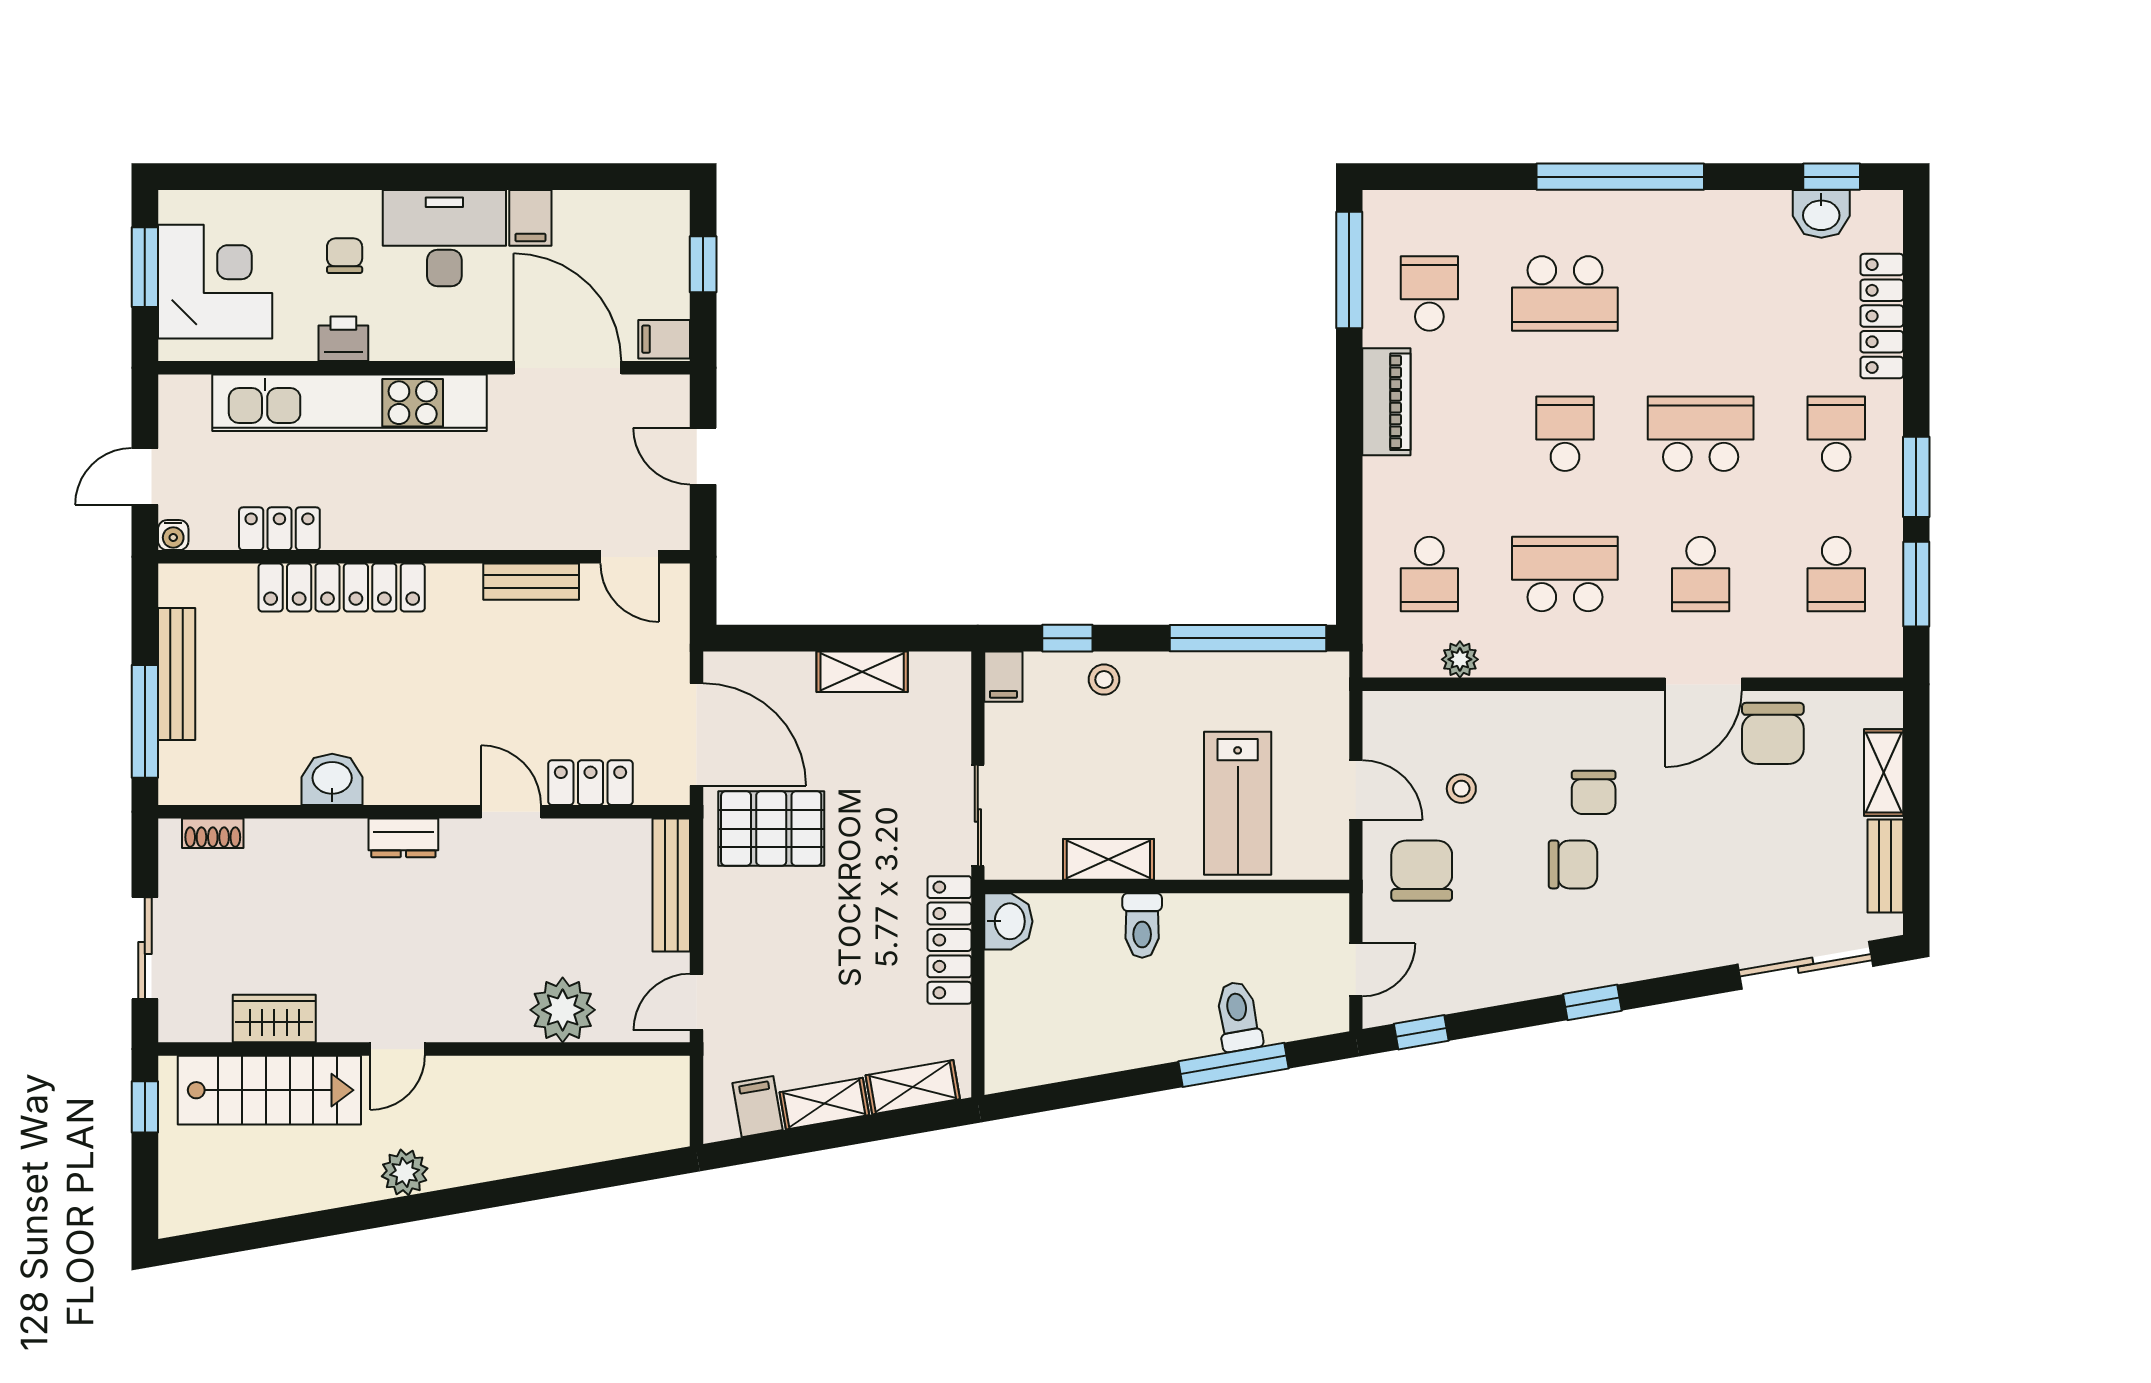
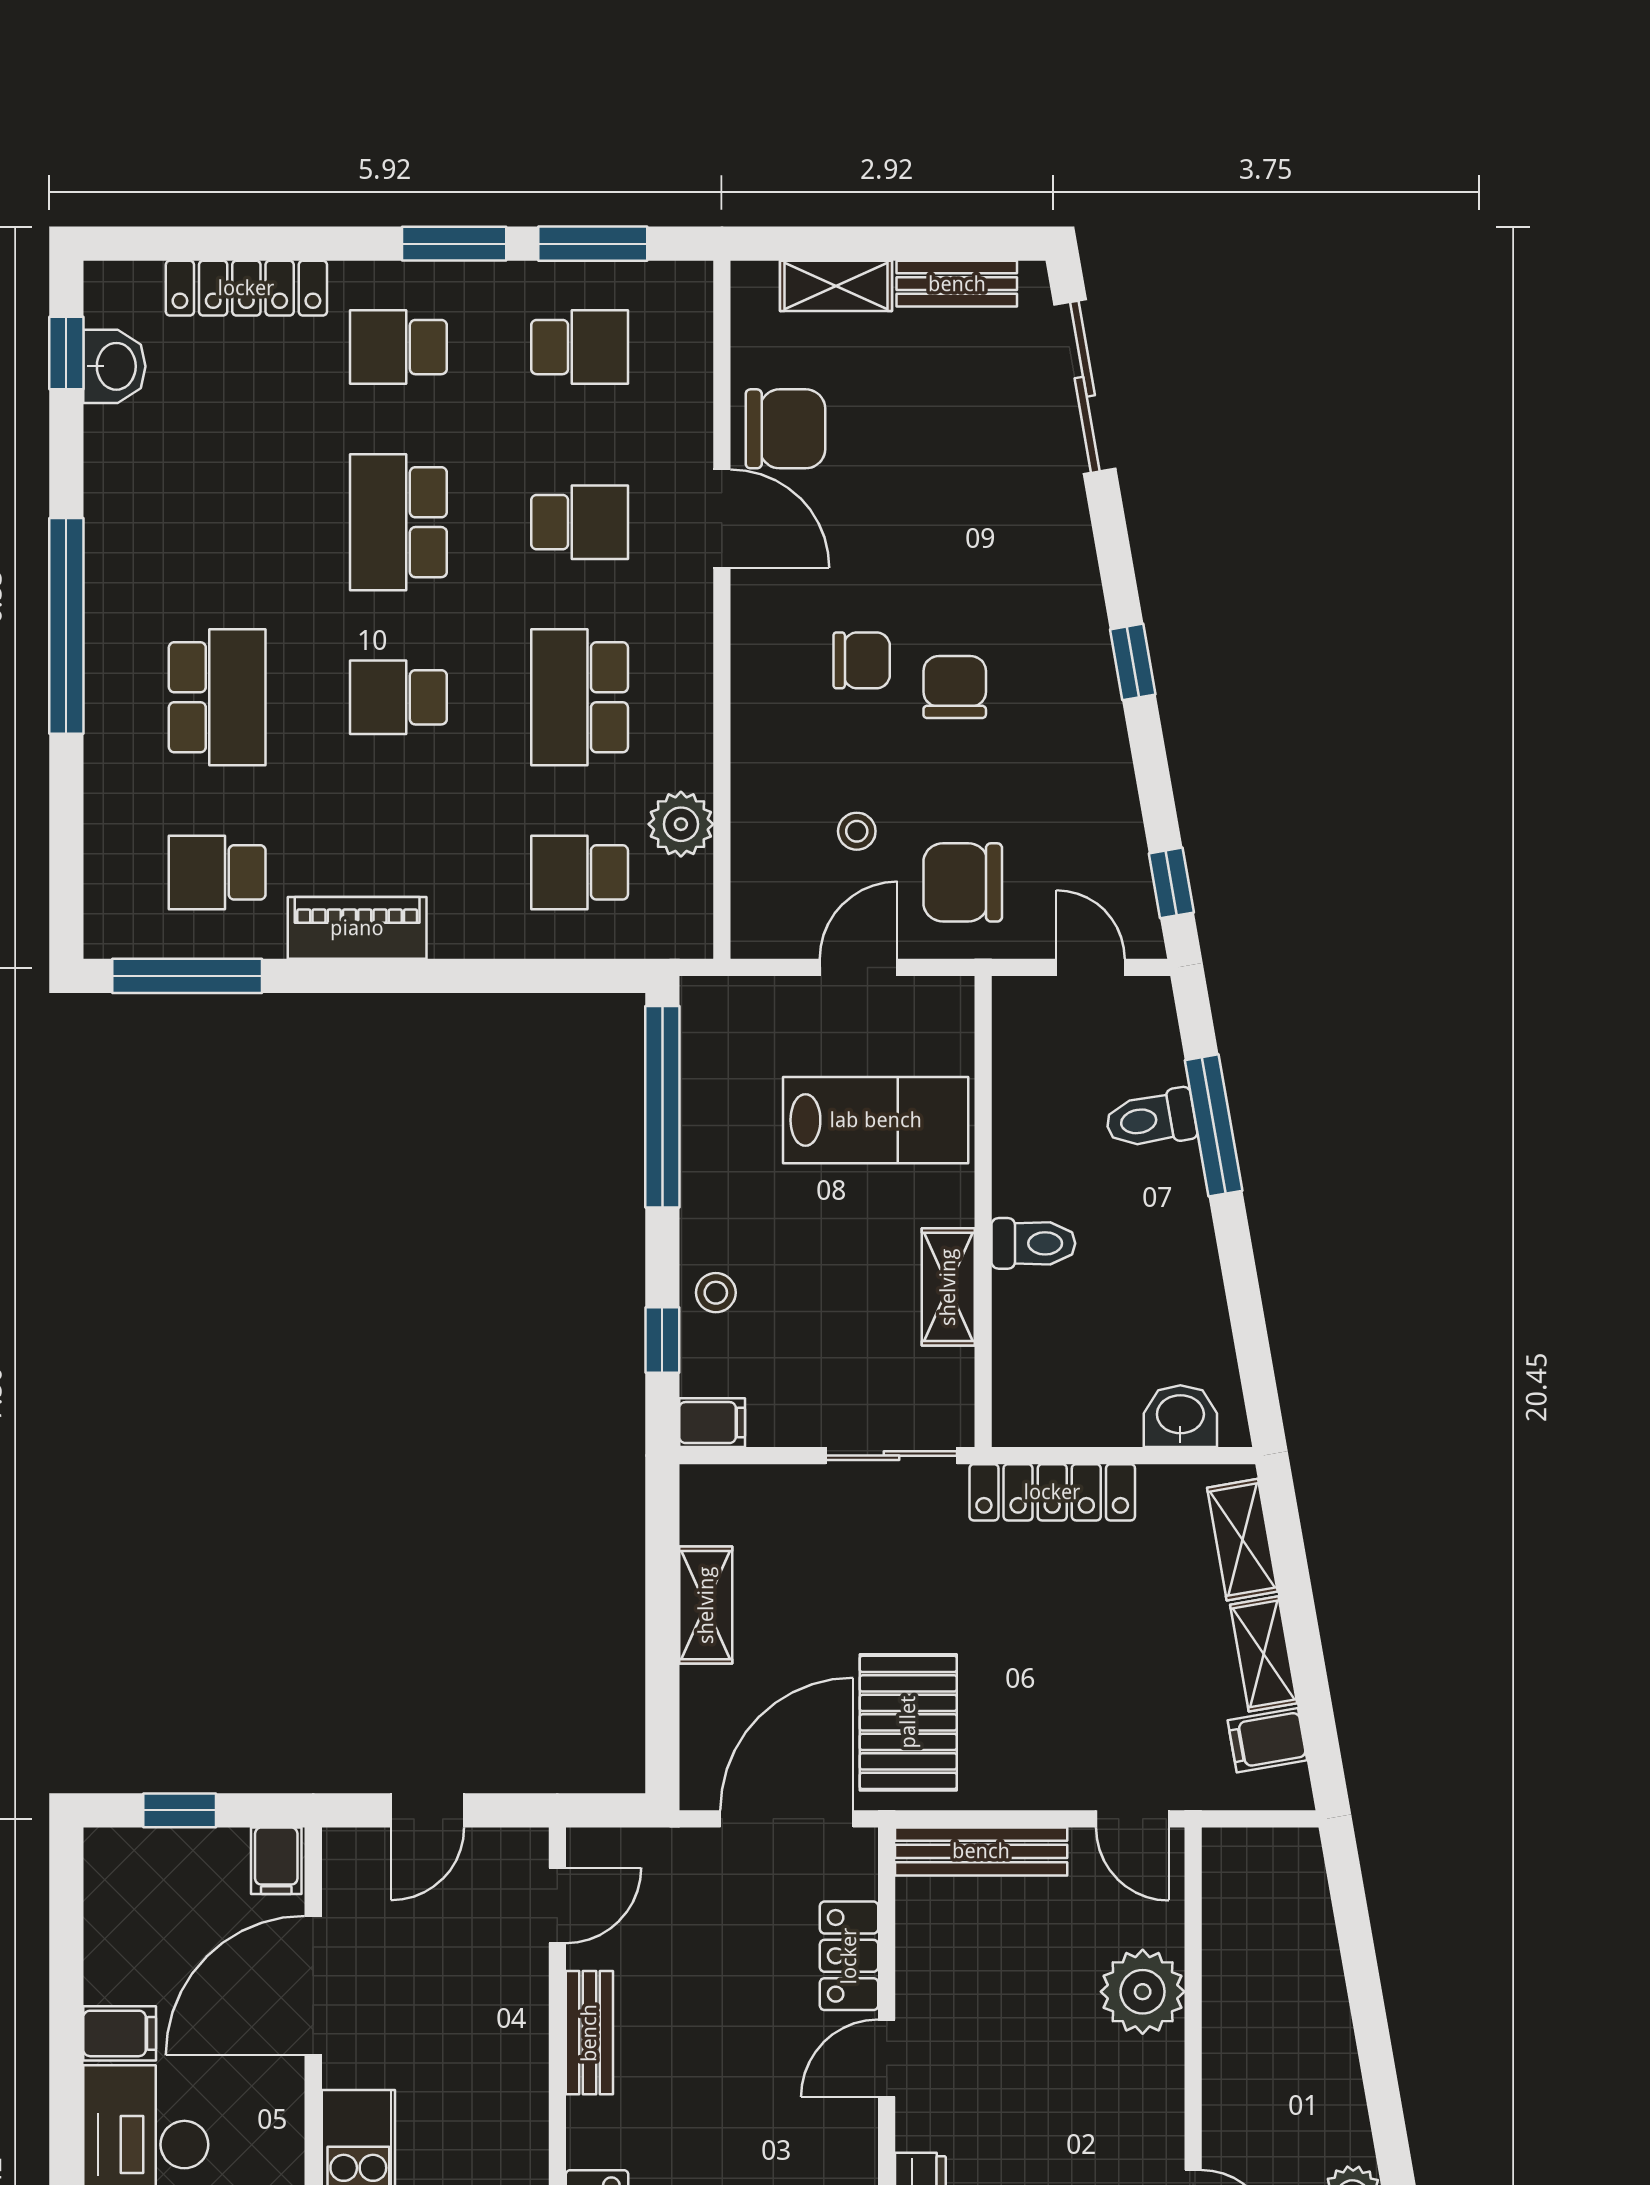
school desk: (1429, 574) -> (580, 872), turned 180
plant: (1460, 659) -> (681, 824), width x1.38, depth x1.38
washbasin: (1008, 921) -> (1180, 1416), moved

